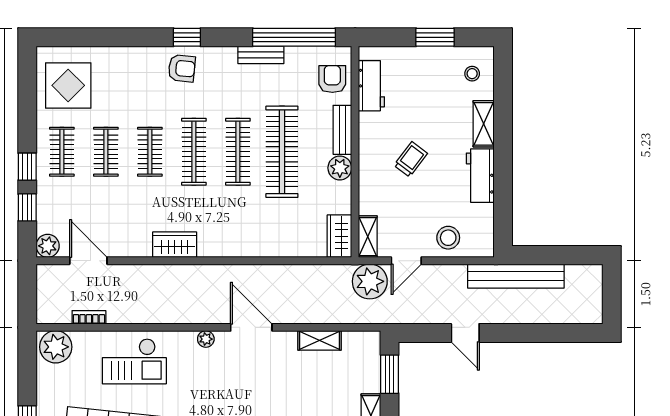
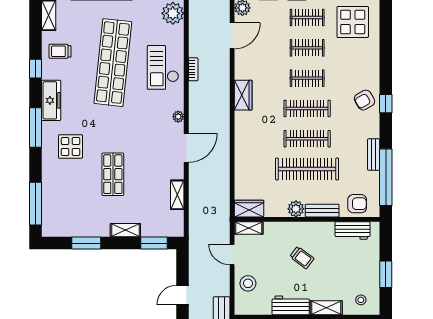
armchair: (182, 68) -> (364, 100), turned 54
plant: (370, 281) -> (218, 229), removed
bookcase: (89, 317) -> (193, 69), moved

